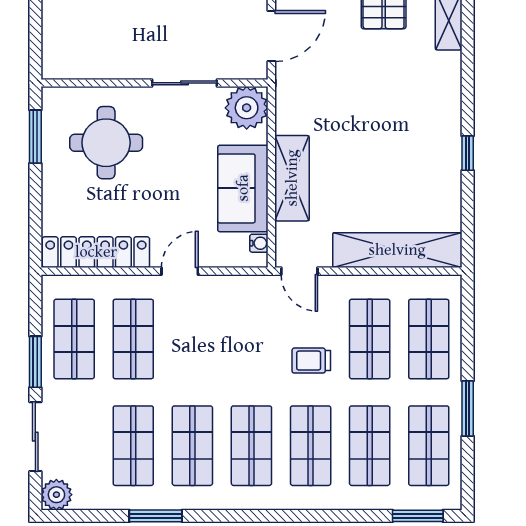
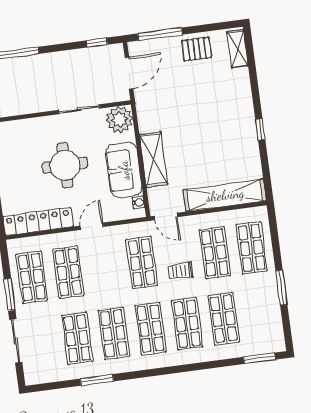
round table: (106, 143) -> (65, 165), moved
shop shelf: (429, 446) -> (142, 262), moved
plant: (56, 495) -> (34, 375), removed

